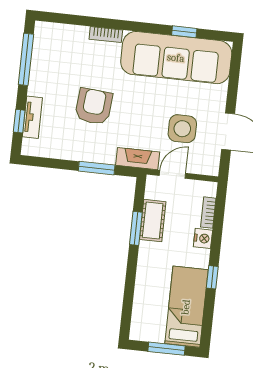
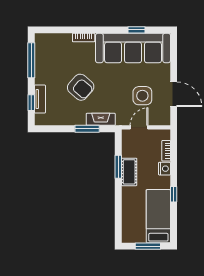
armchair: (94, 106) -> (81, 87), turned 126
fireplace: (138, 159) -> (101, 119), moved
cot: (153, 221) -> (129, 172), moved

